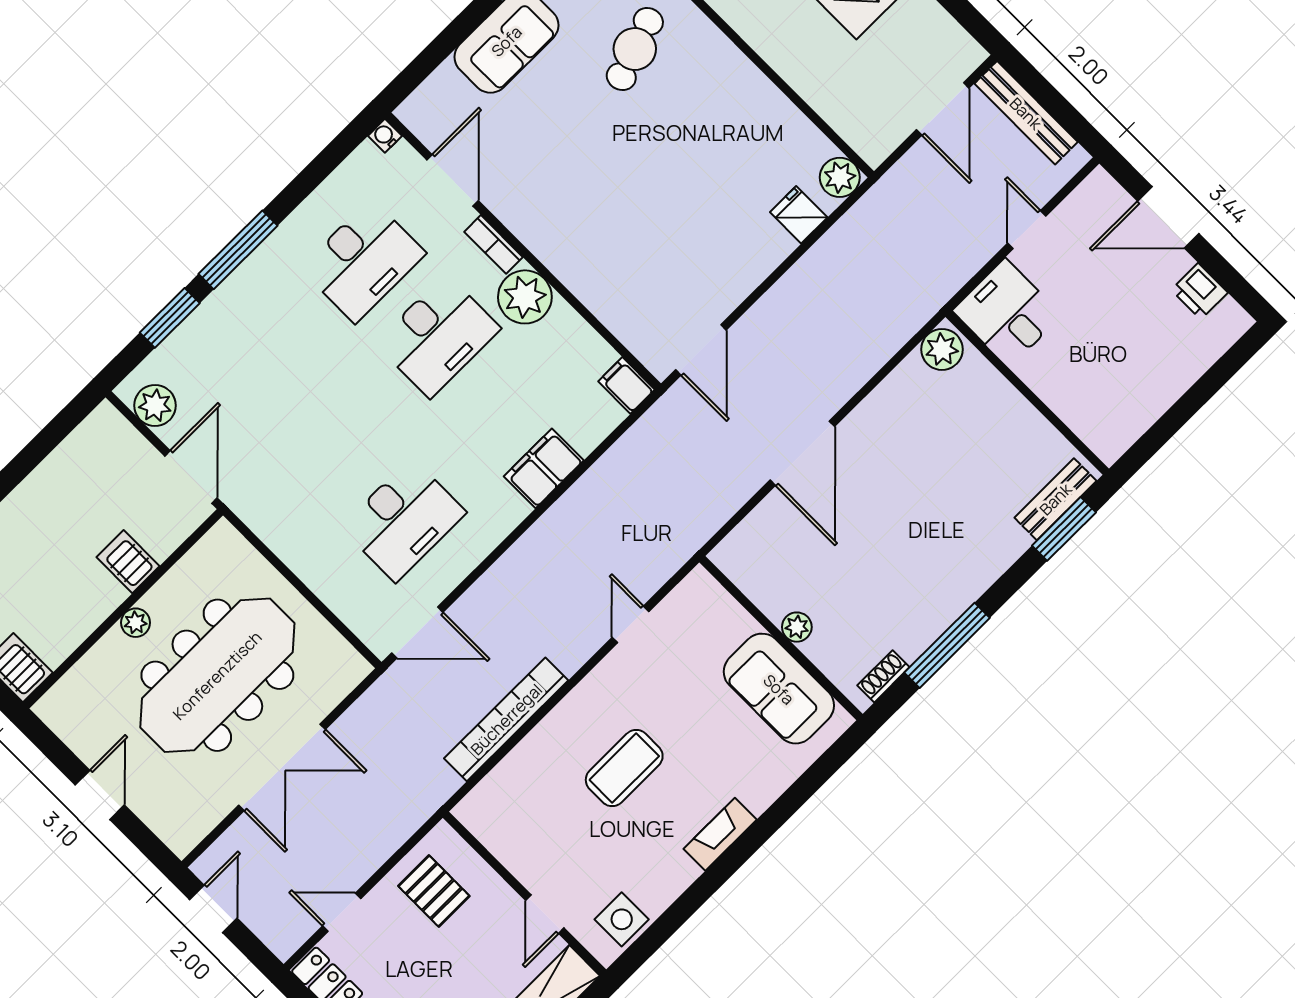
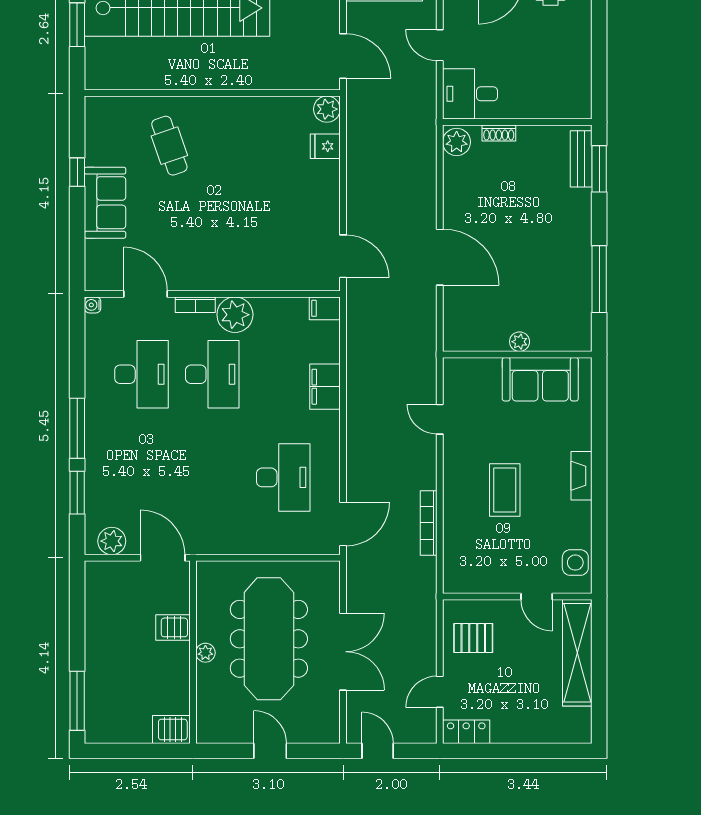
door: (943, 109) -> (343, 56), moved
shoe rack: (883, 676) -> (499, 133), moved, turned -90
bookcase: (506, 719) -> (429, 523), width x0.68, depth x0.76

